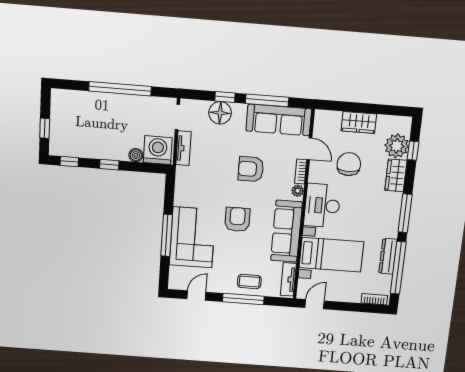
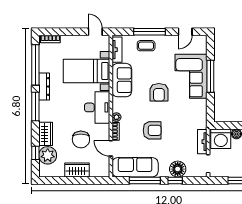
sofa: (286, 231) -> (122, 80), width x0.73
dresser: (388, 256) -> (44, 87), moved
door: (315, 304) -> (95, 32), swing flipped

